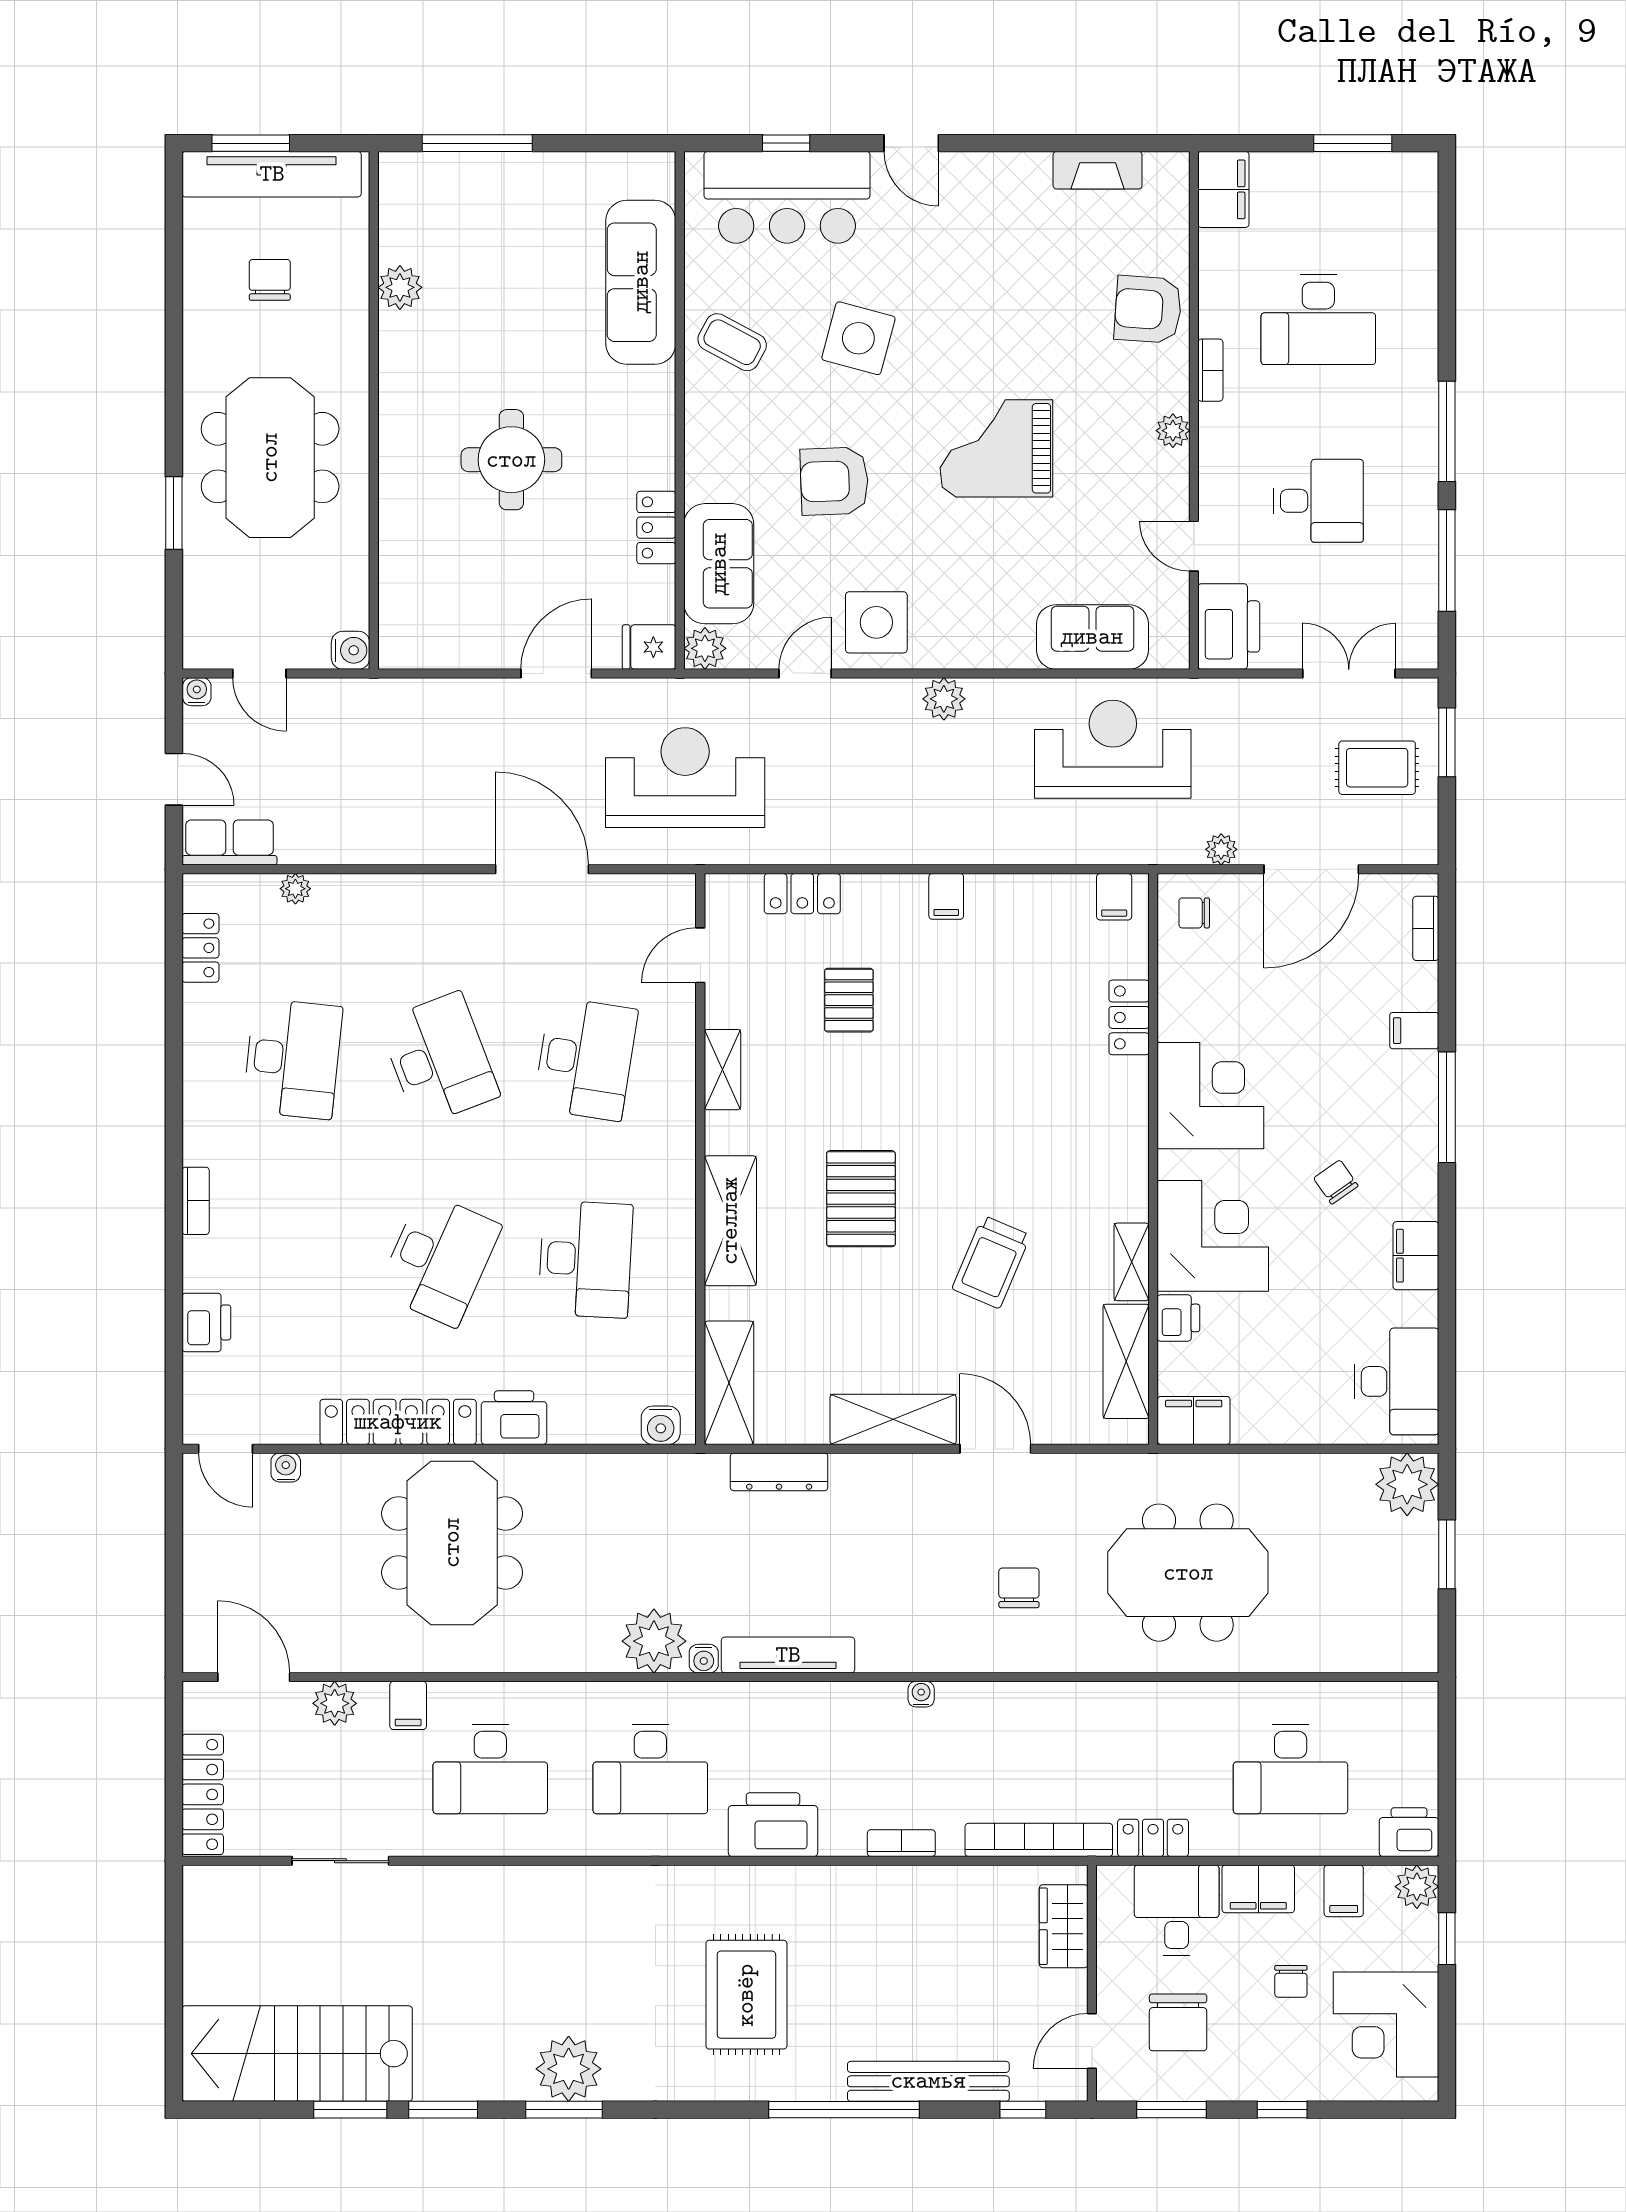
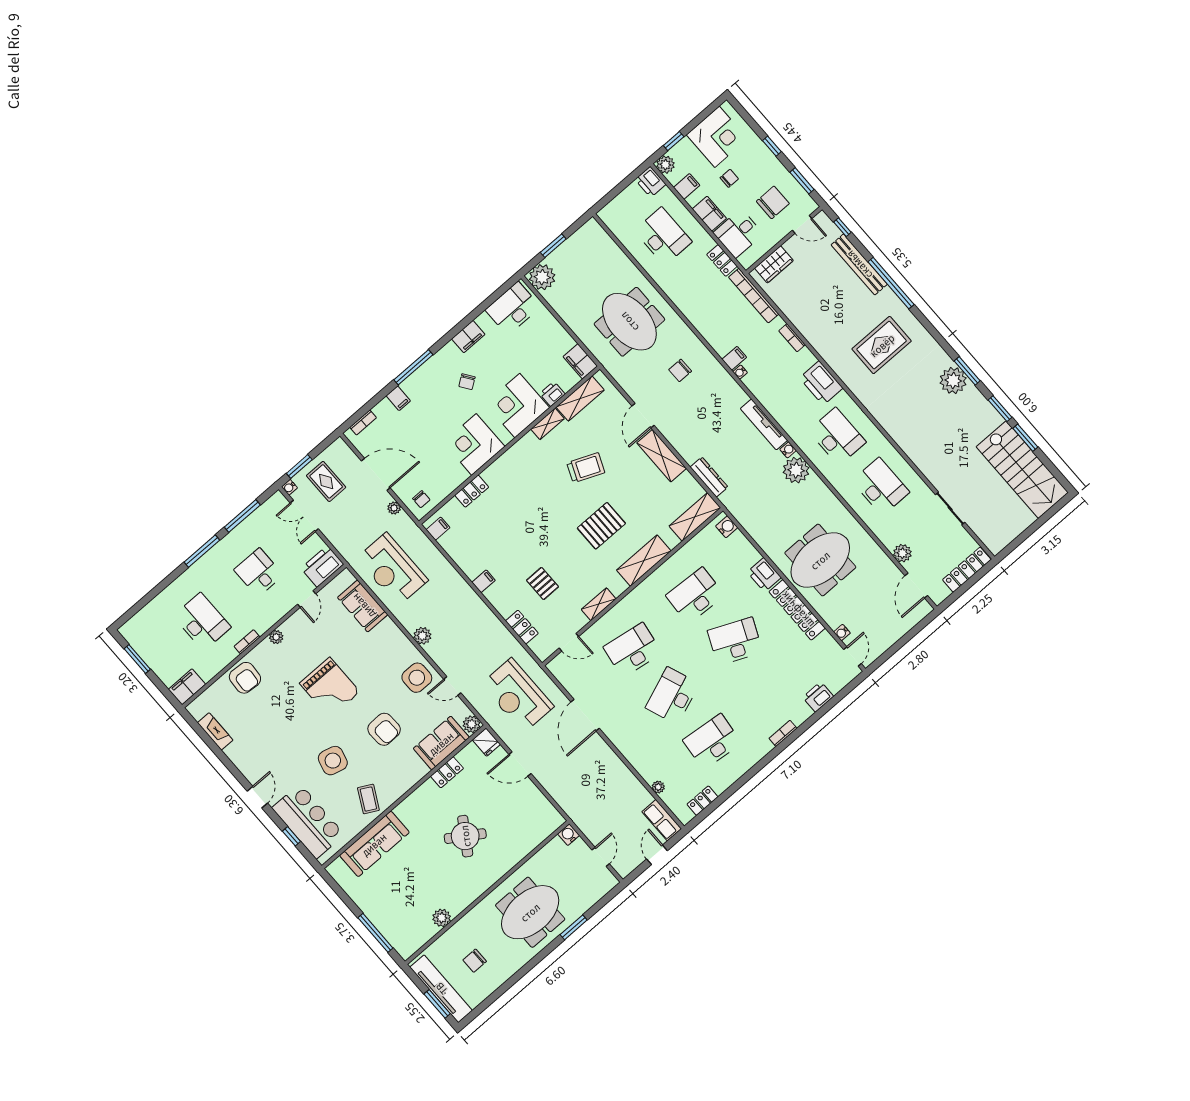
round table: (511, 460) -> (465, 836), turned 33
water cooler: (197, 692) -> (289, 487), moved
pallet: (849, 1000) -> (542, 583), turned 90
filing cabinet: (408, 1705) -> (734, 358), moved

